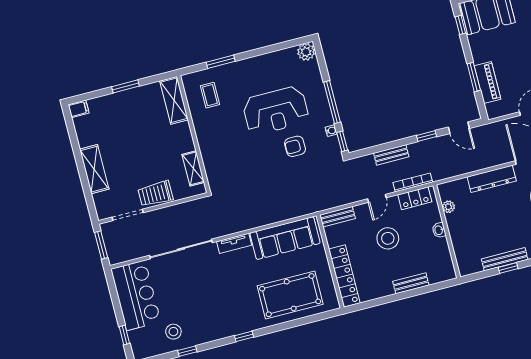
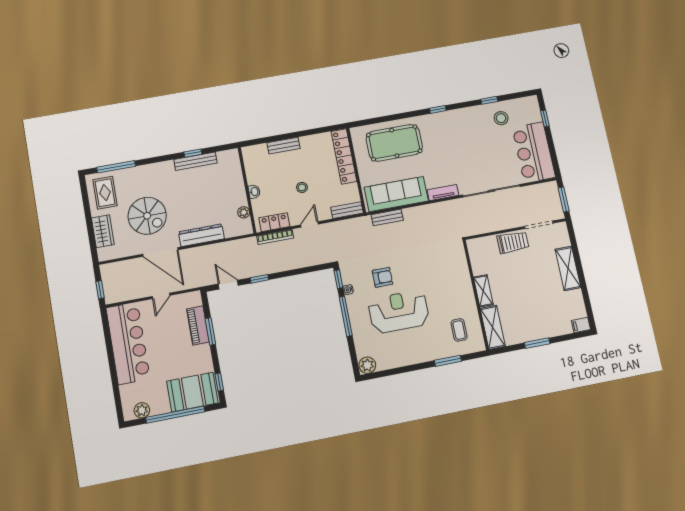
bench: (391, 155) -> (387, 217), moved
shelving: (193, 168) -> (483, 291), moved
stool: (388, 238) -> (302, 187), width x0.53, depth x0.53

